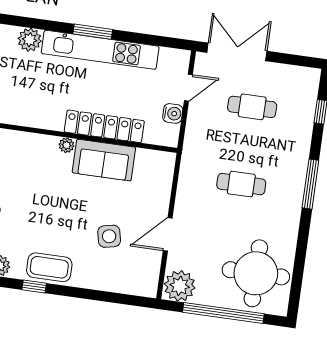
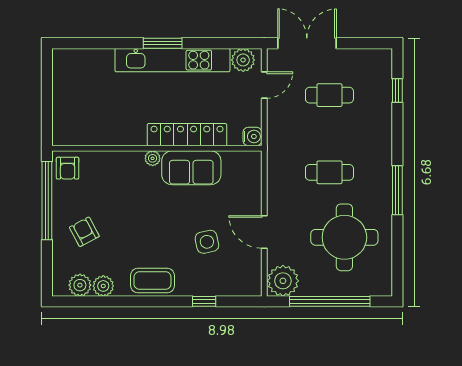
plant: (30, 40) -> (243, 60), moved
water cooler: (173, 113) -> (252, 136), moved
window: (310, 184) -> (397, 190), moved
door: (168, 234) -> (264, 232), hinge flipped
round table: (256, 273) -> (344, 237), moved
window: (34, 286) -> (204, 301), moved

